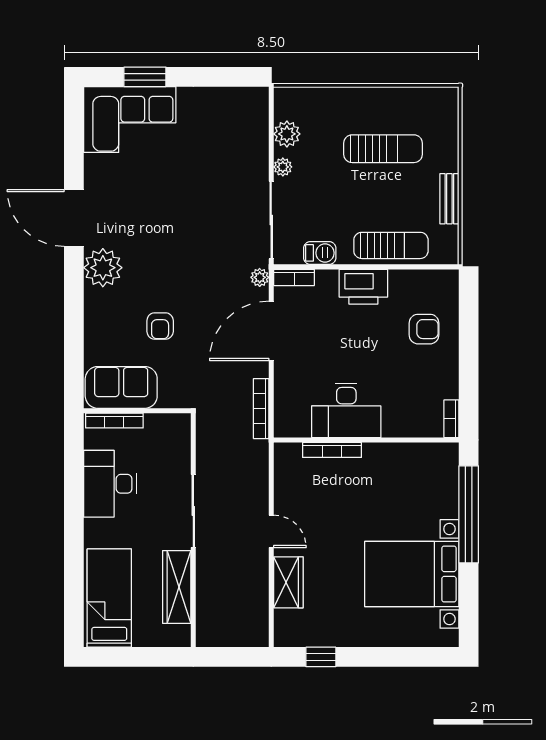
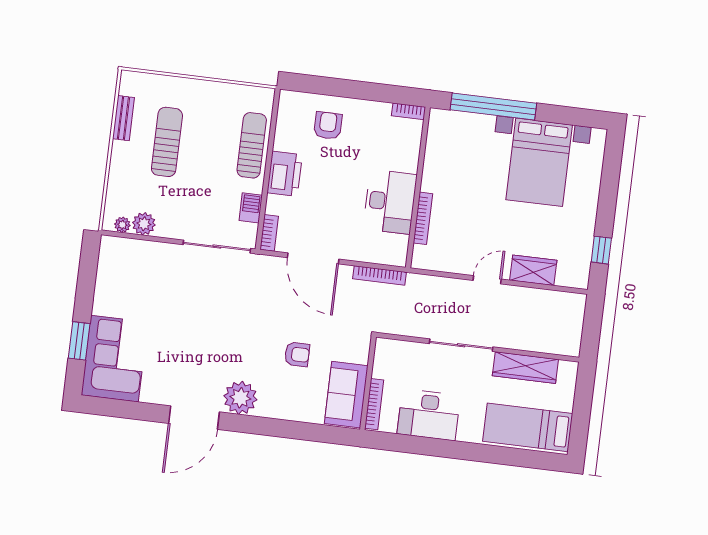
plant: (283, 167) -> (122, 225), moved
bench: (449, 199) -> (123, 118), moved, turned 90
plant: (260, 277) -> (265, 263), removed

